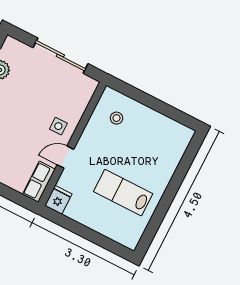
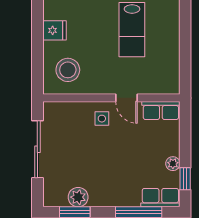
stool: (117, 118) -> (68, 70), width x1.89, depth x1.89
fridge: (58, 200) -> (54, 30), moved, turned 180

